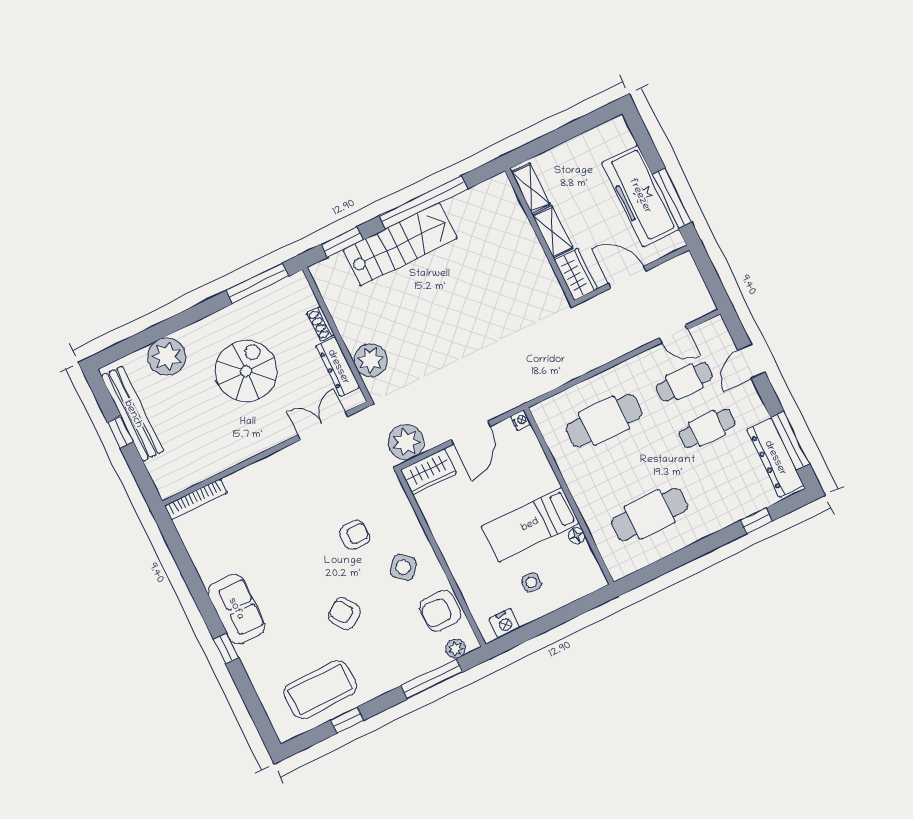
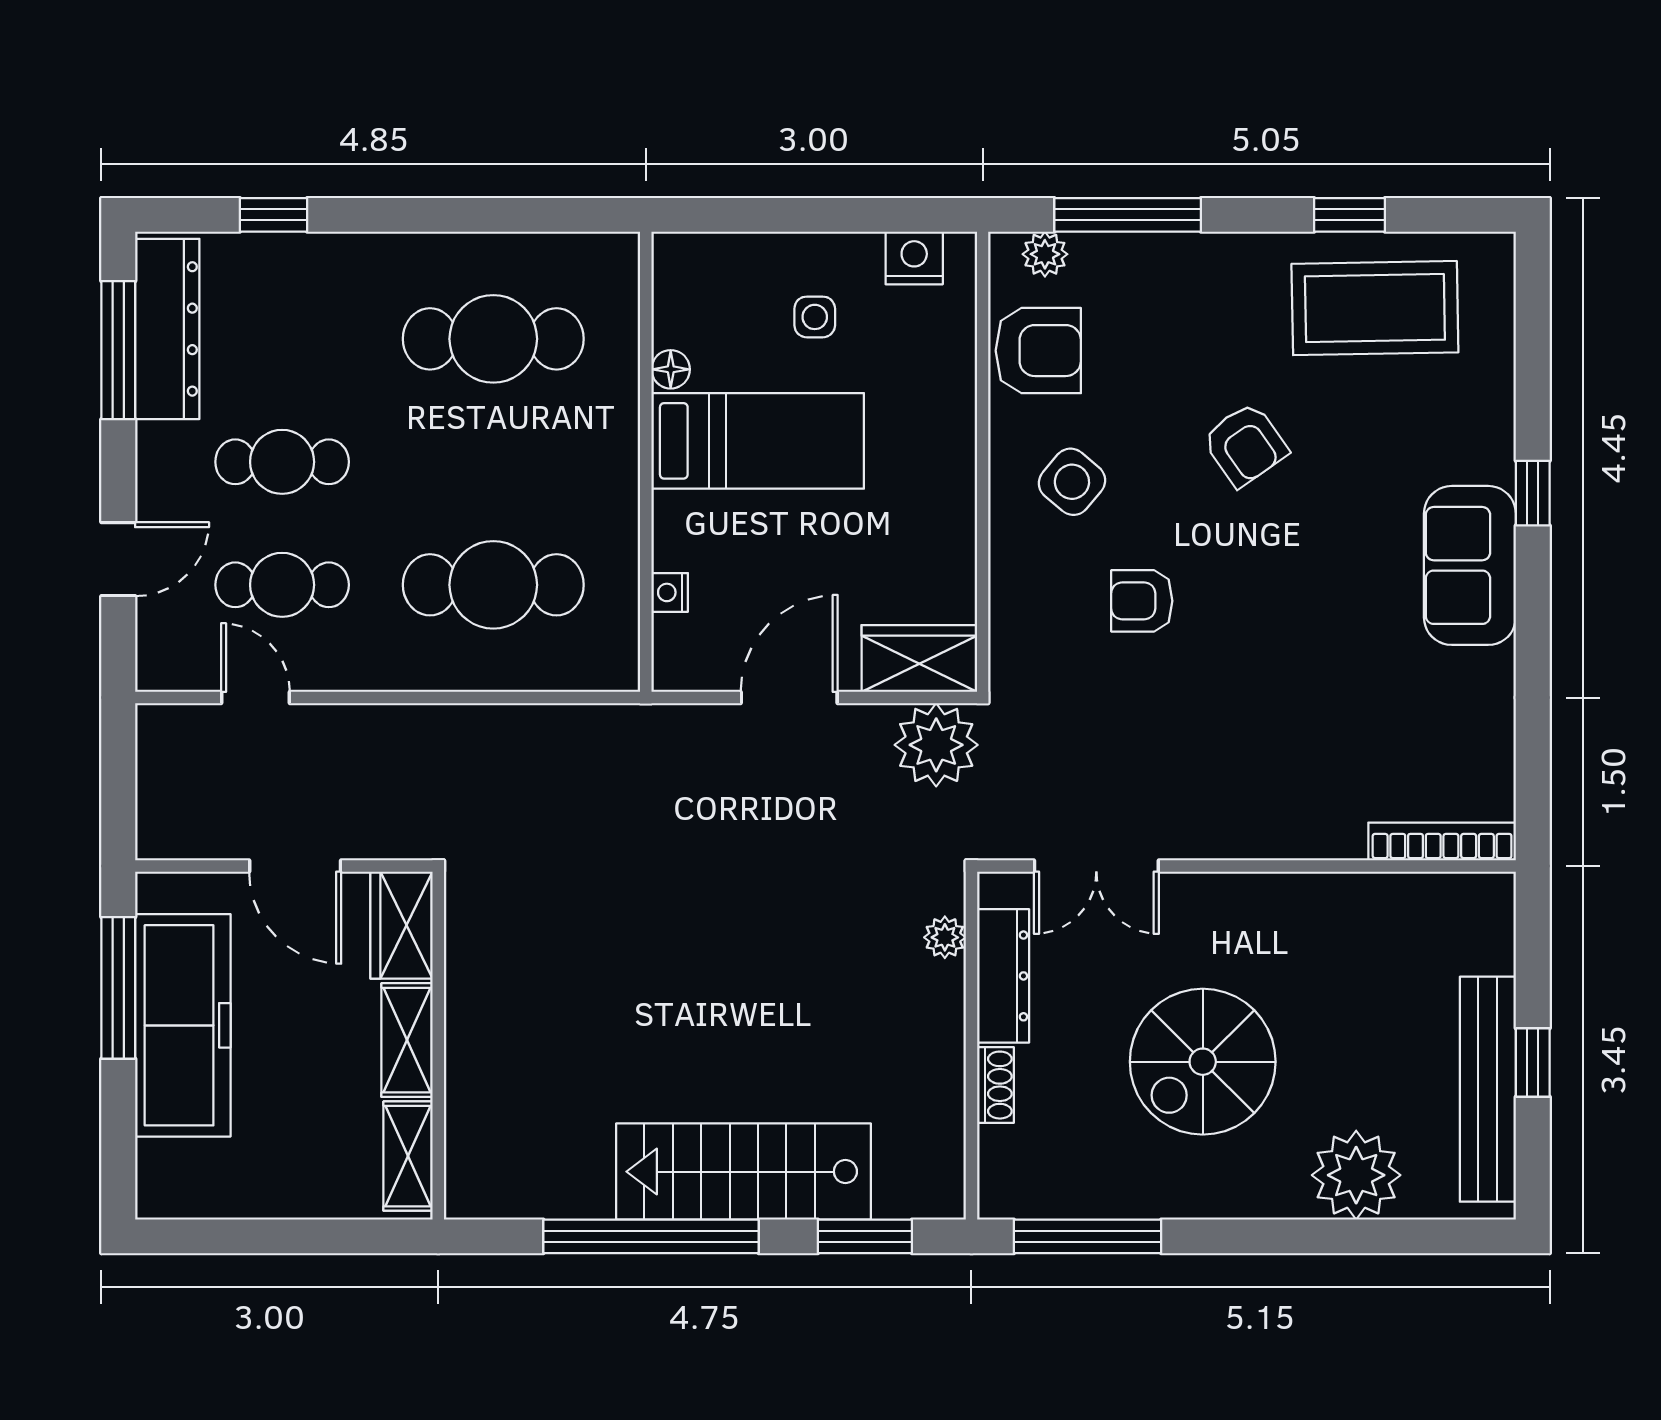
plant: (371, 360) -> (945, 937), width x0.53, depth x0.53
nightstand: (521, 420) -> (670, 592), moved

